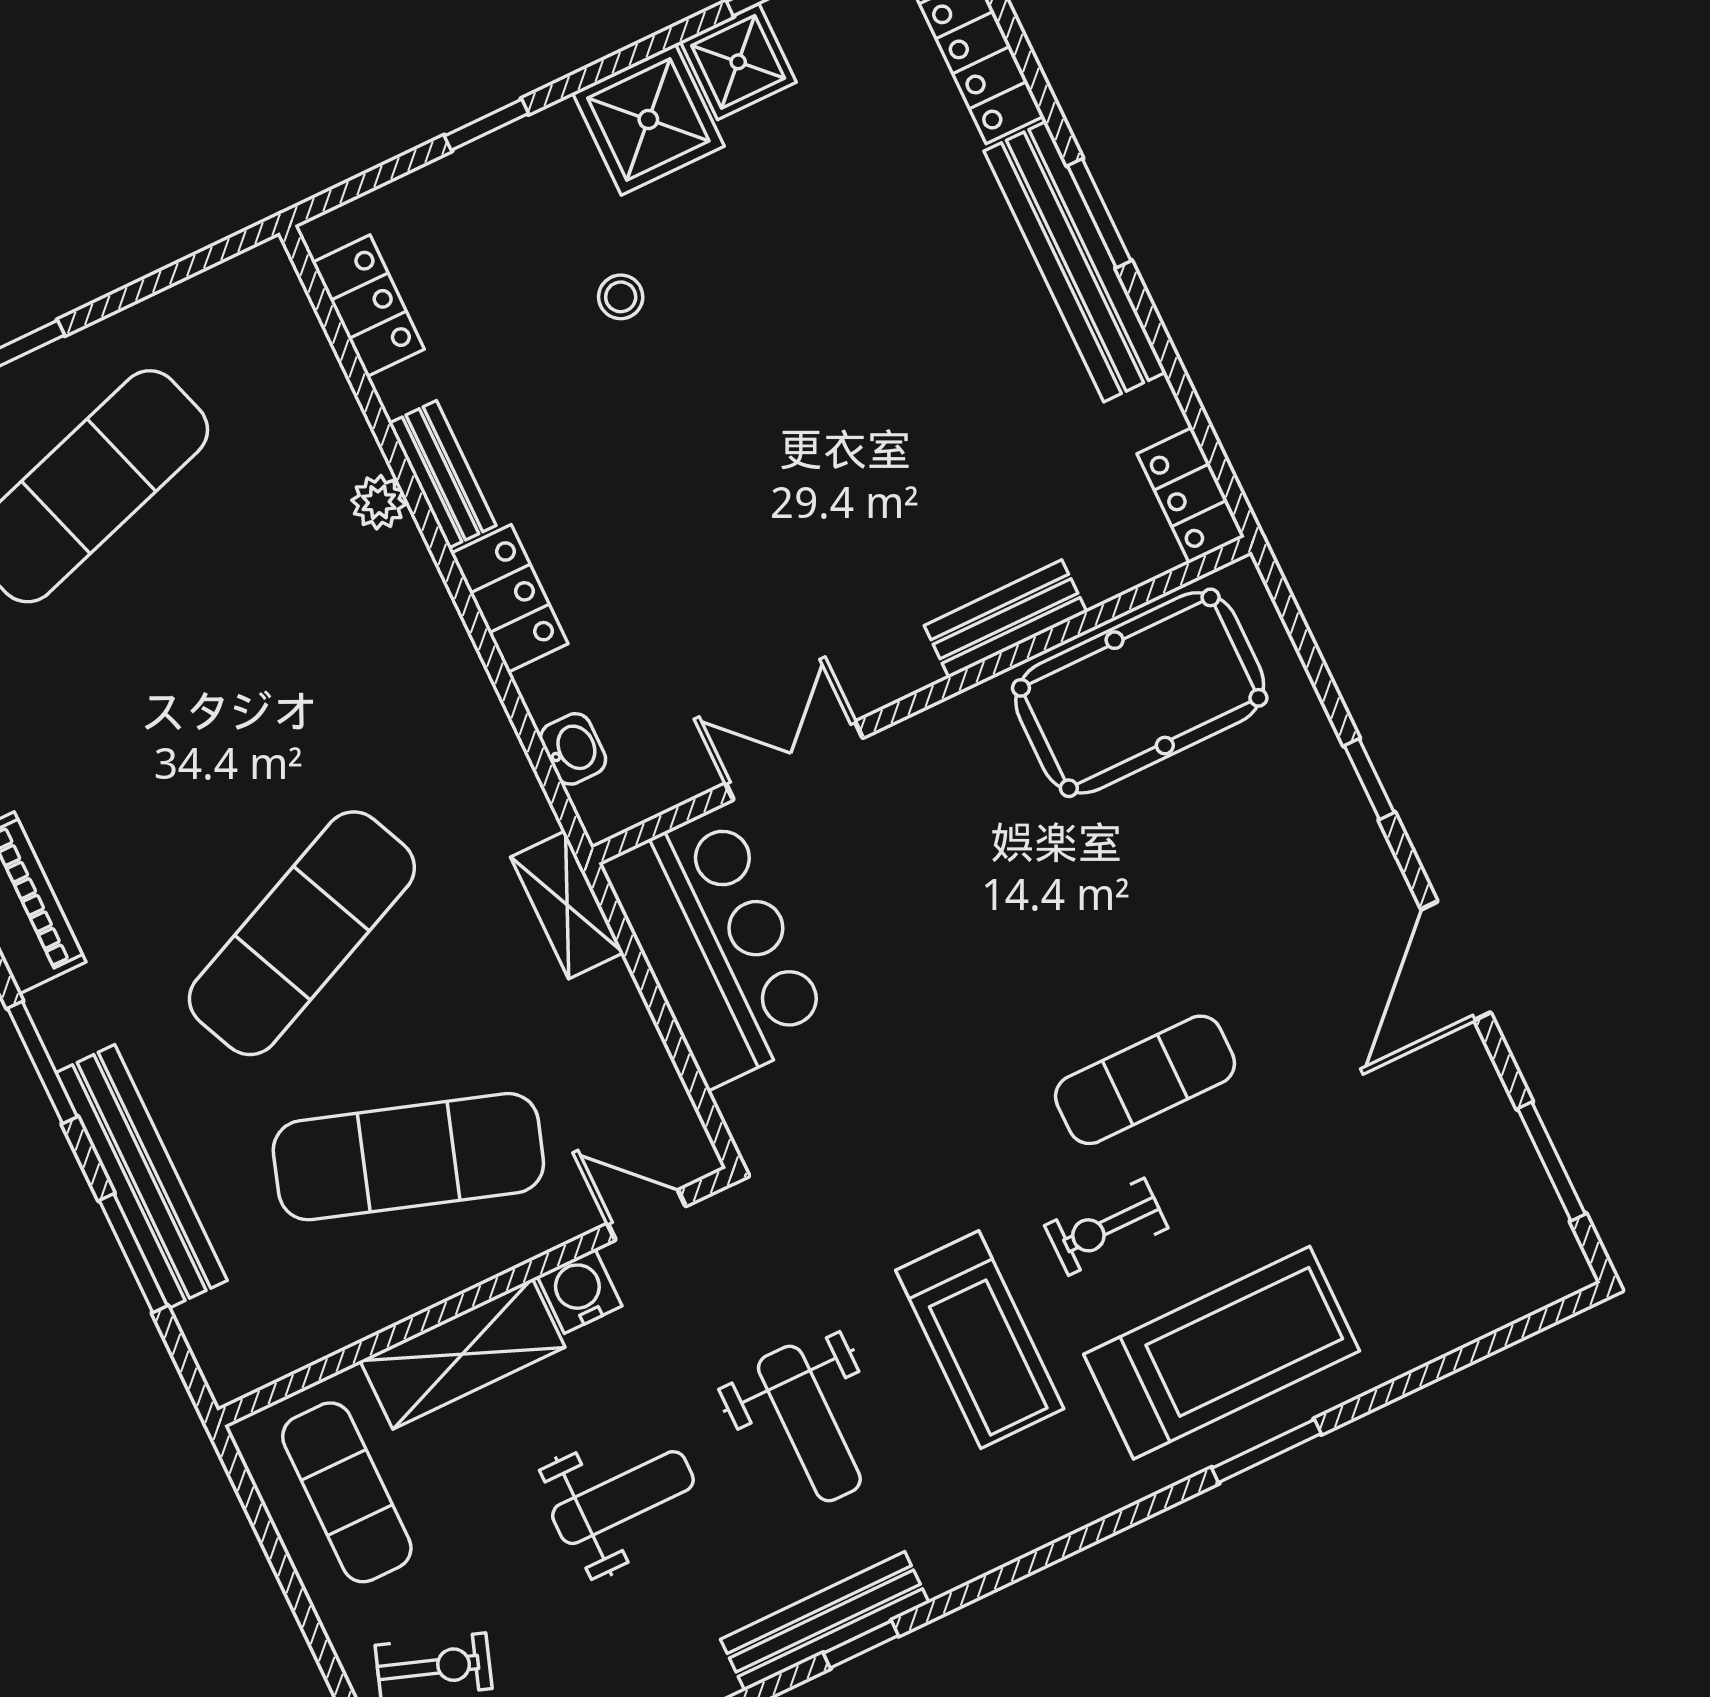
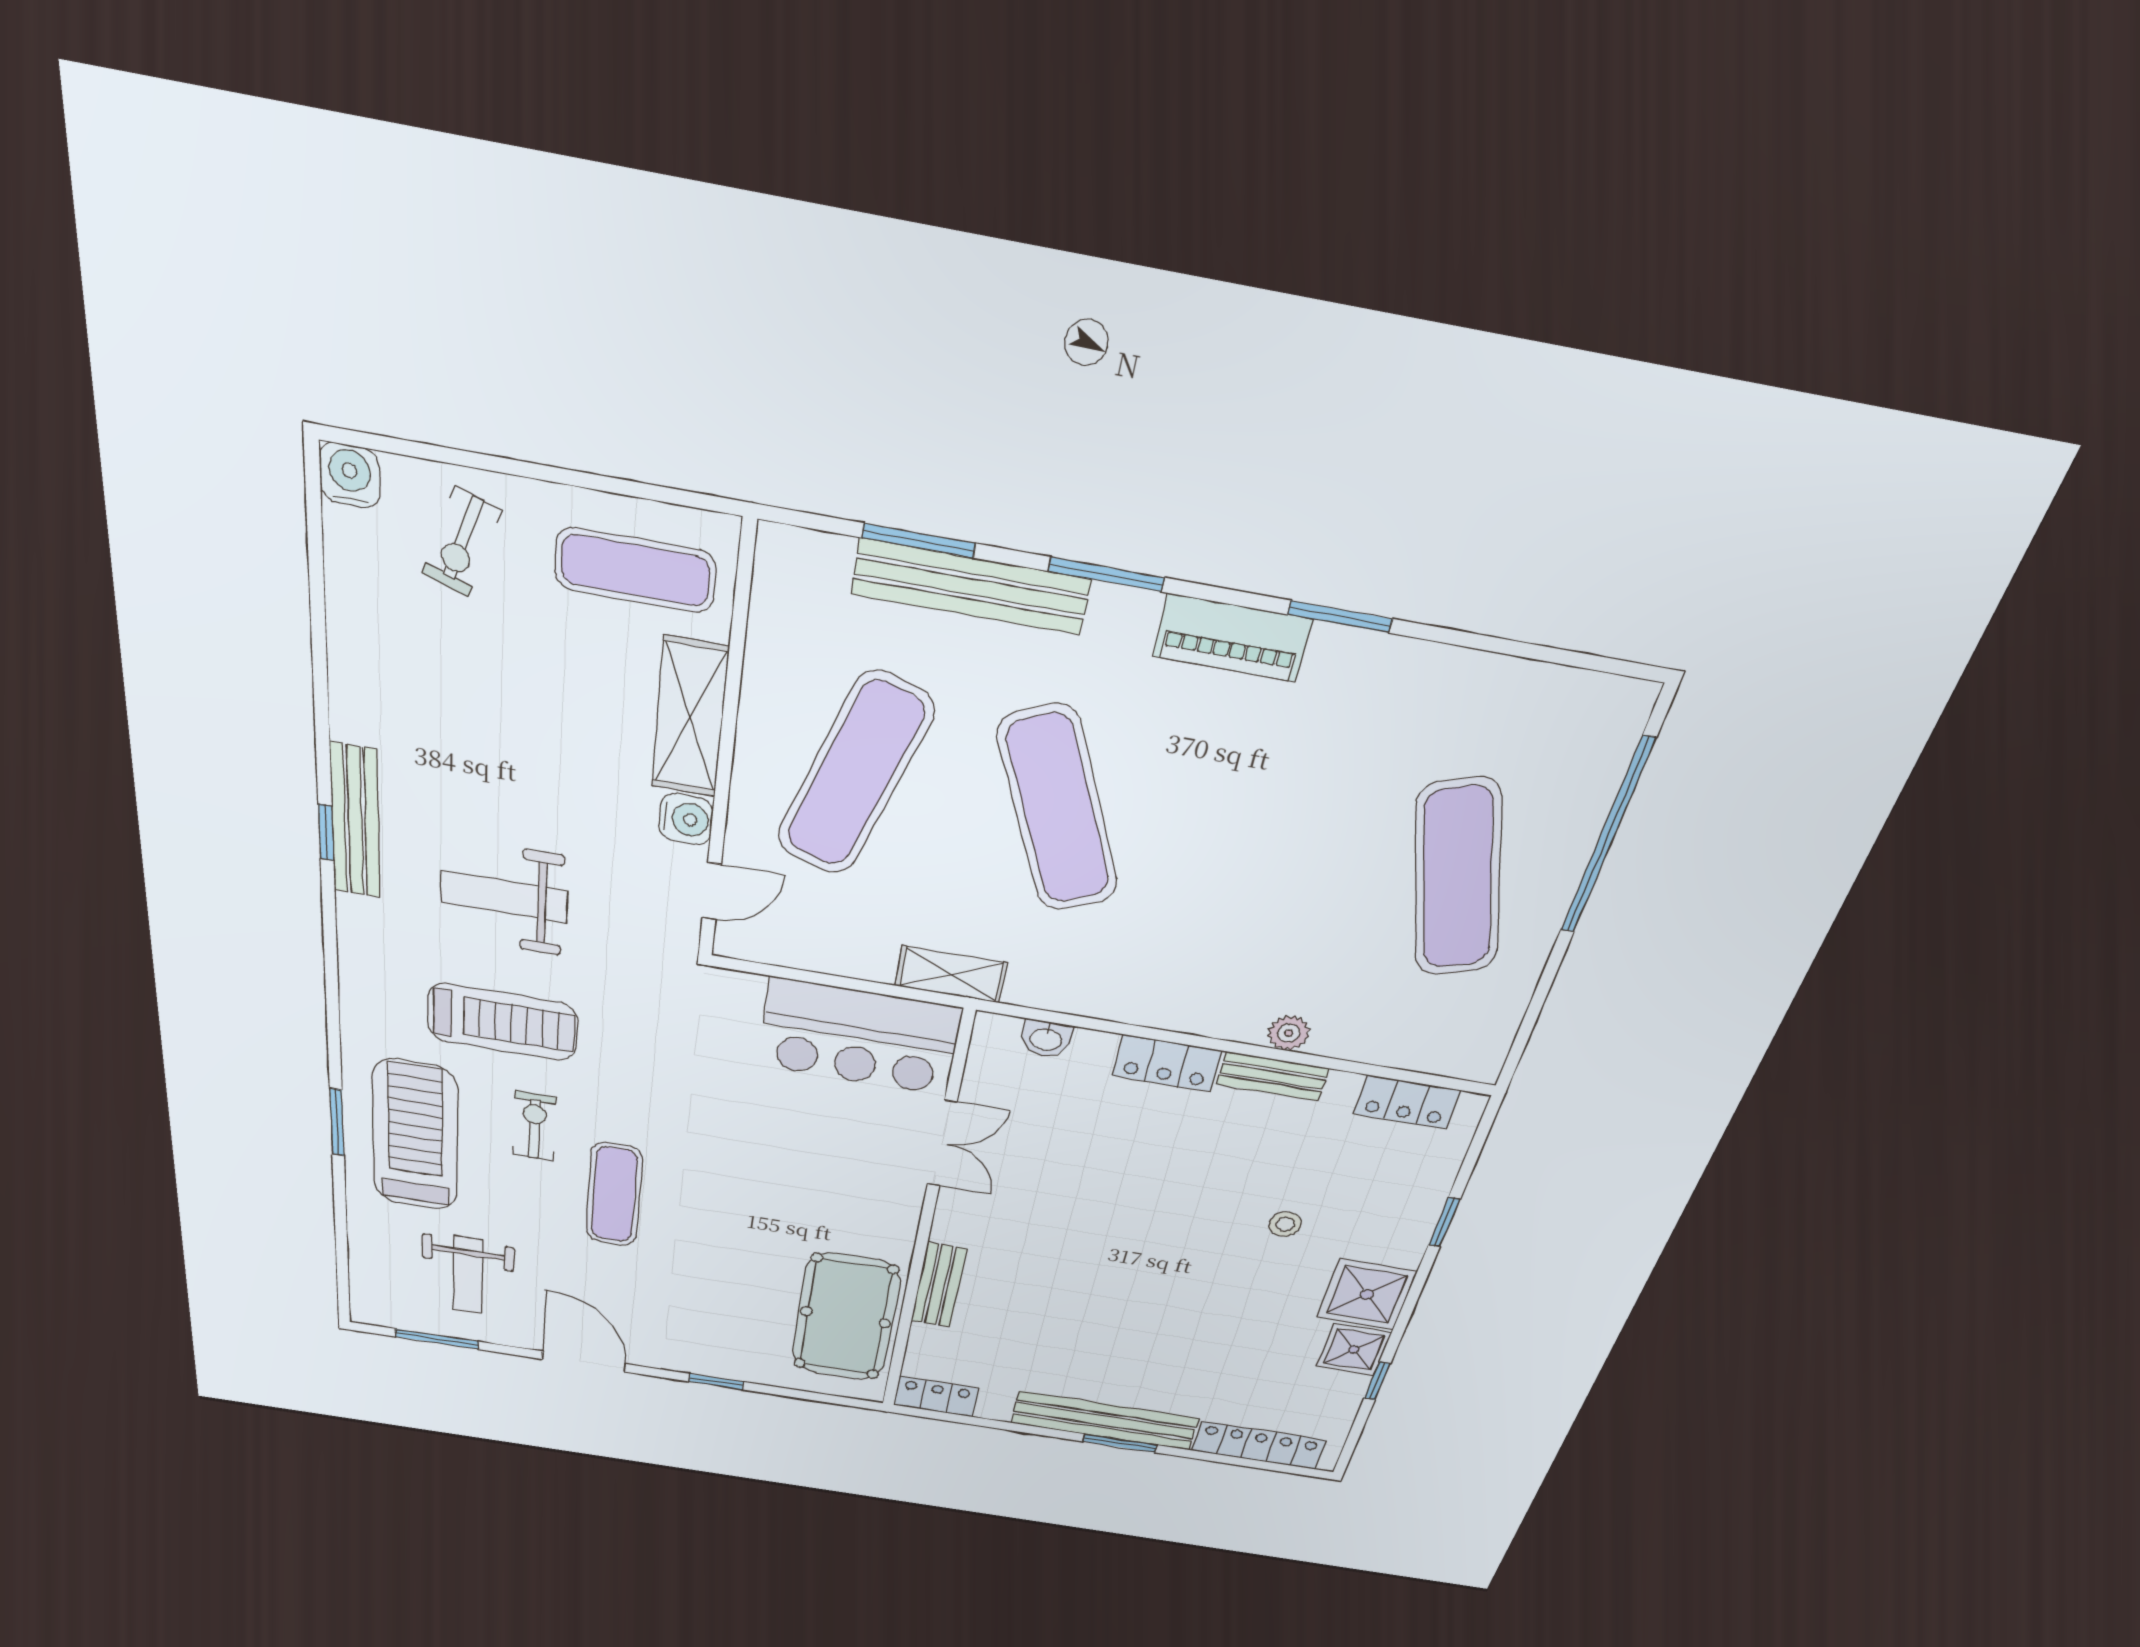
treadmill: (980, 1340) -> (503, 1022), turned 180
treadmill: (1222, 1353) -> (415, 1136), turned 180
weight bench: (623, 1498) -> (468, 1275), moved

